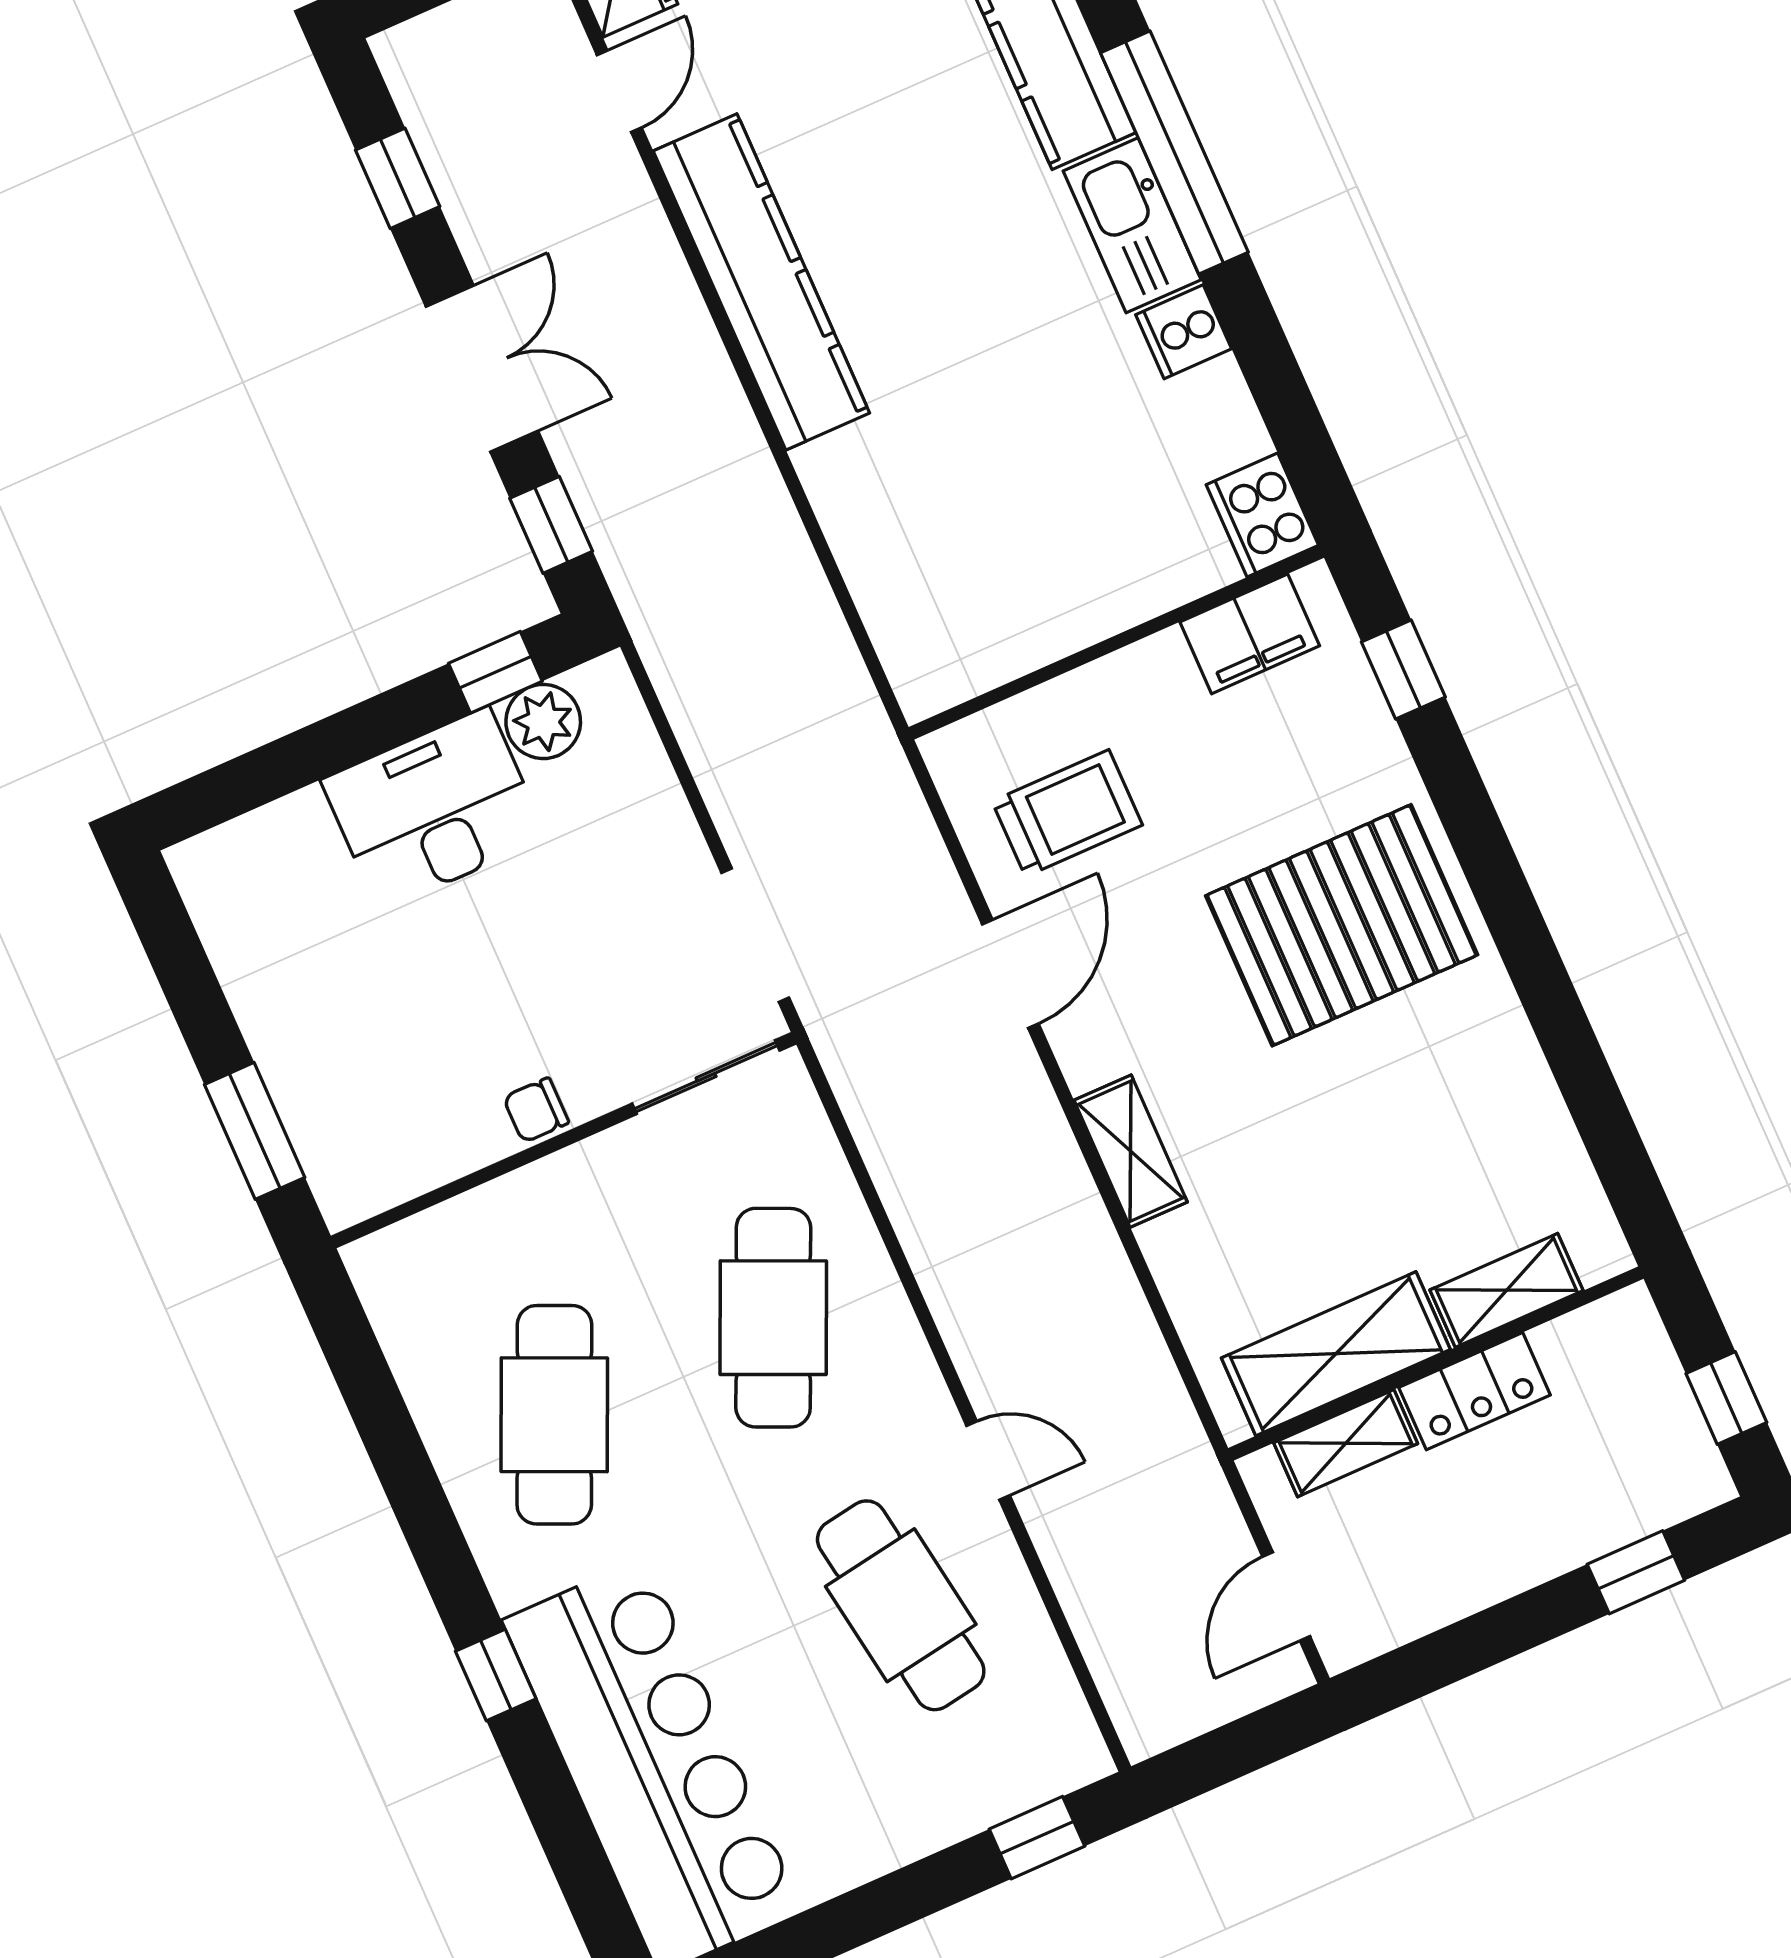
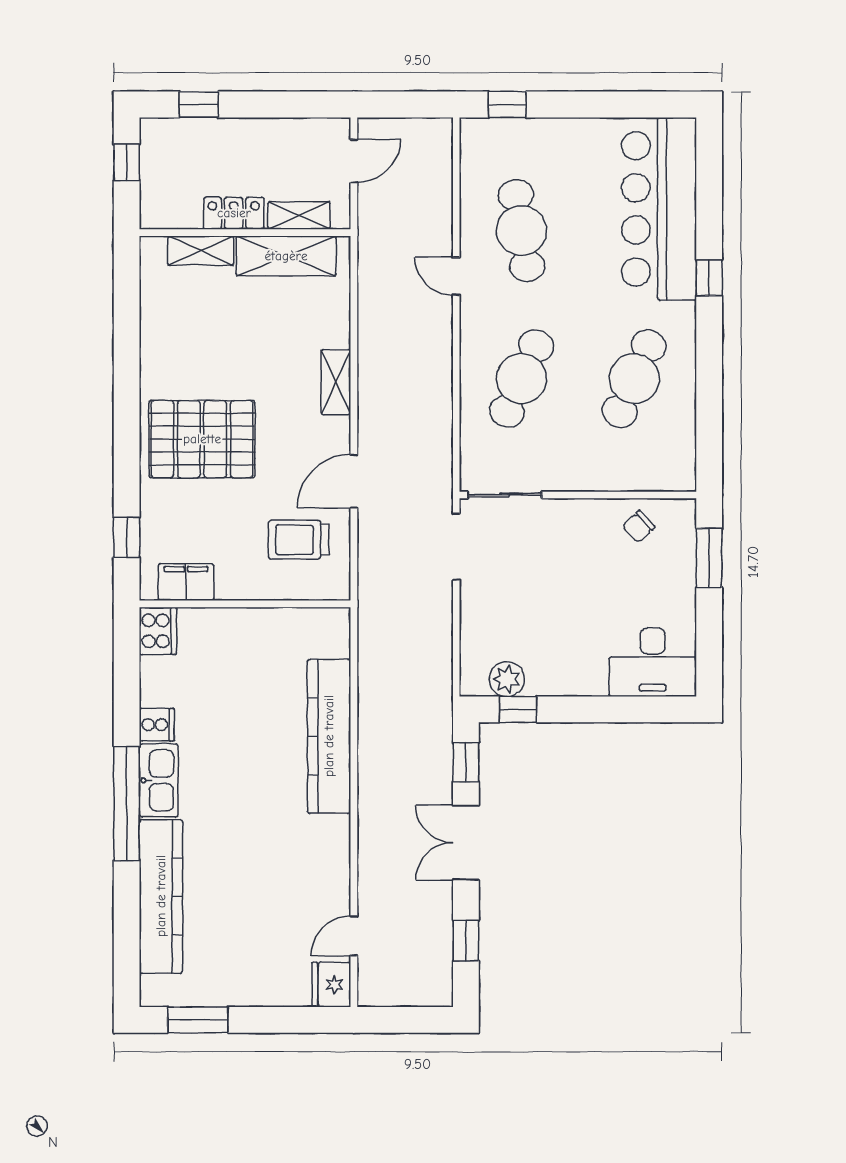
kitchen counter: (761, 282) -> (329, 736), moved
desk: (434, 809) -> (653, 662), moved
chair: (536, 1110) -> (639, 527), moved, turned 137

